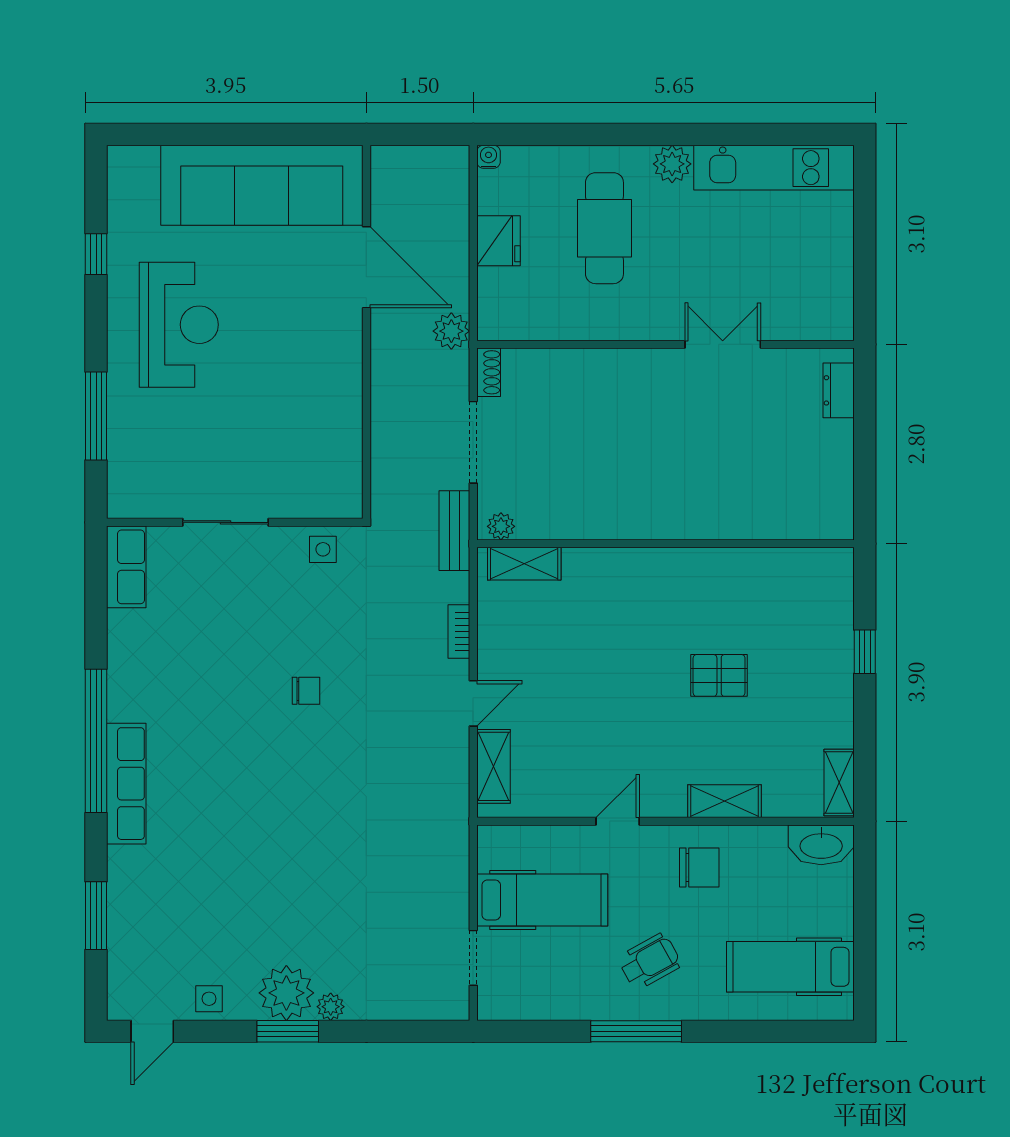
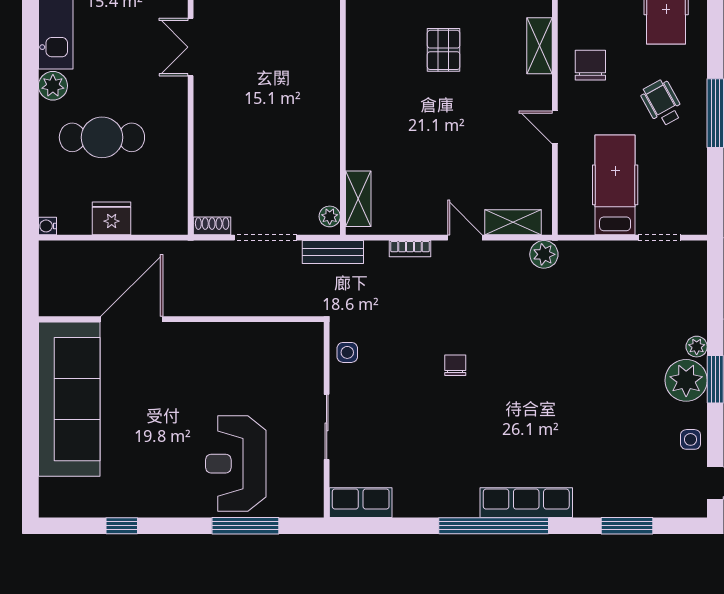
reception desk: (179, 325) -> (236, 464), moved, turned -90
plant: (451, 331) -> (544, 254), moved

